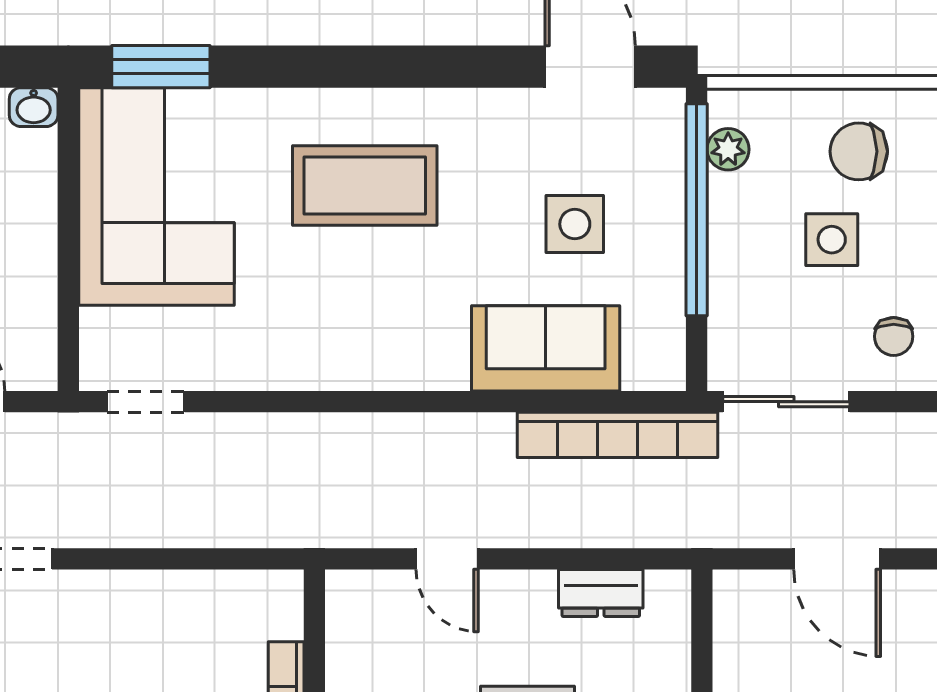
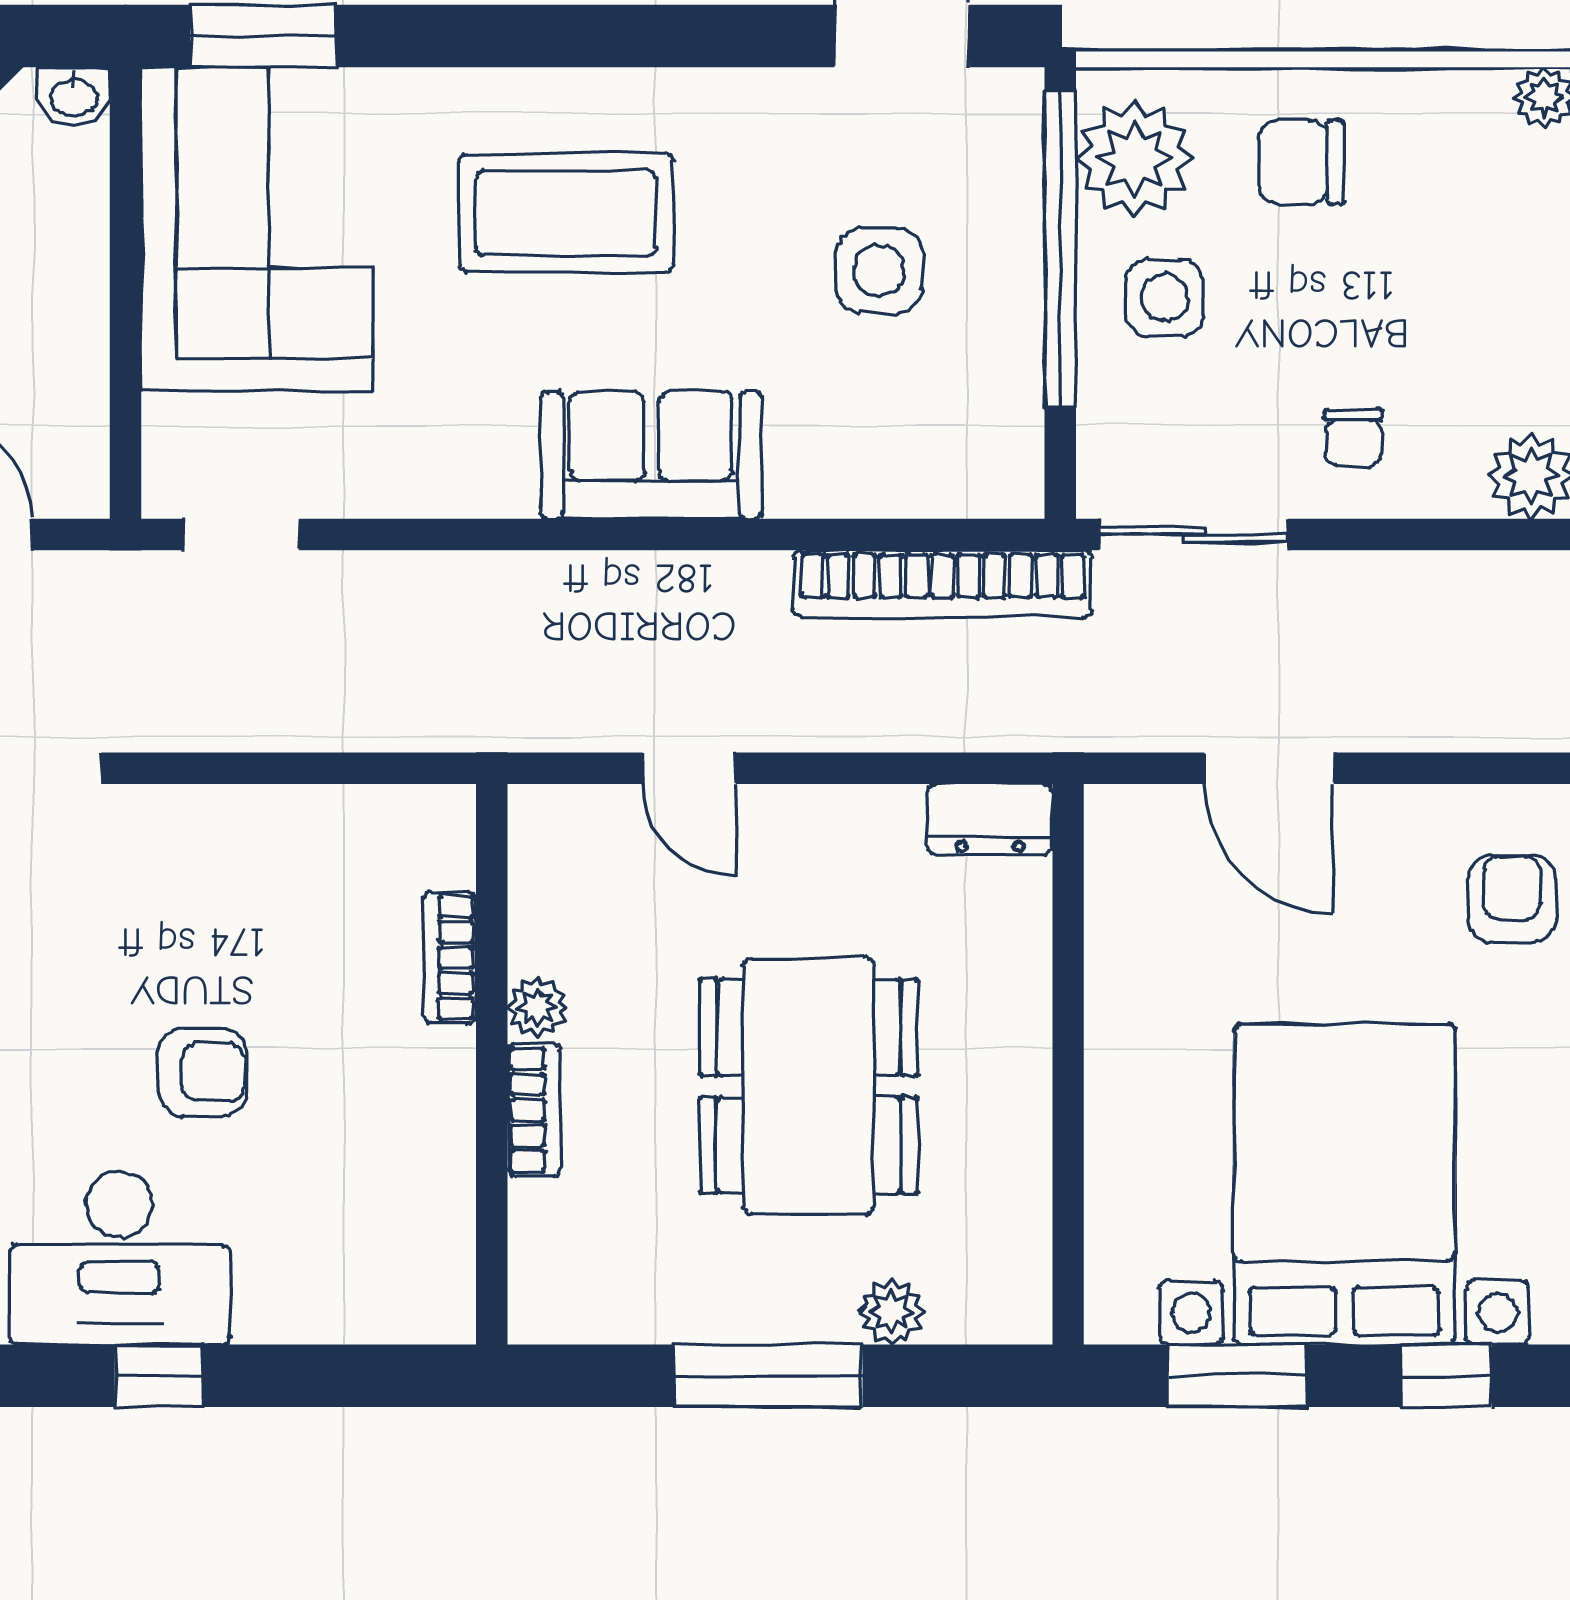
plant: (728, 149) -> (1134, 159), width x1.87, depth x1.87
side table: (832, 240) -> (1165, 298), moved
sofa: (546, 348) -> (651, 455), moved
dresser: (601, 593) -> (990, 819), moved

